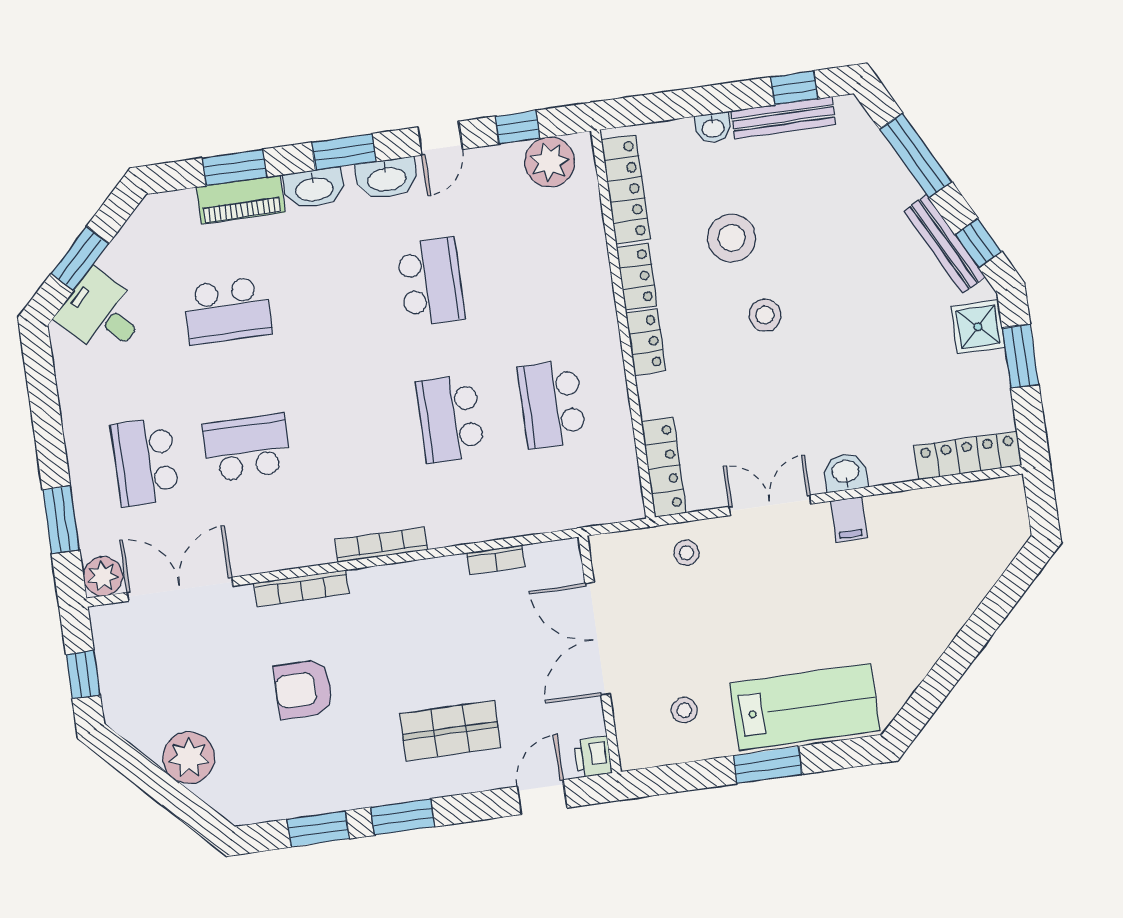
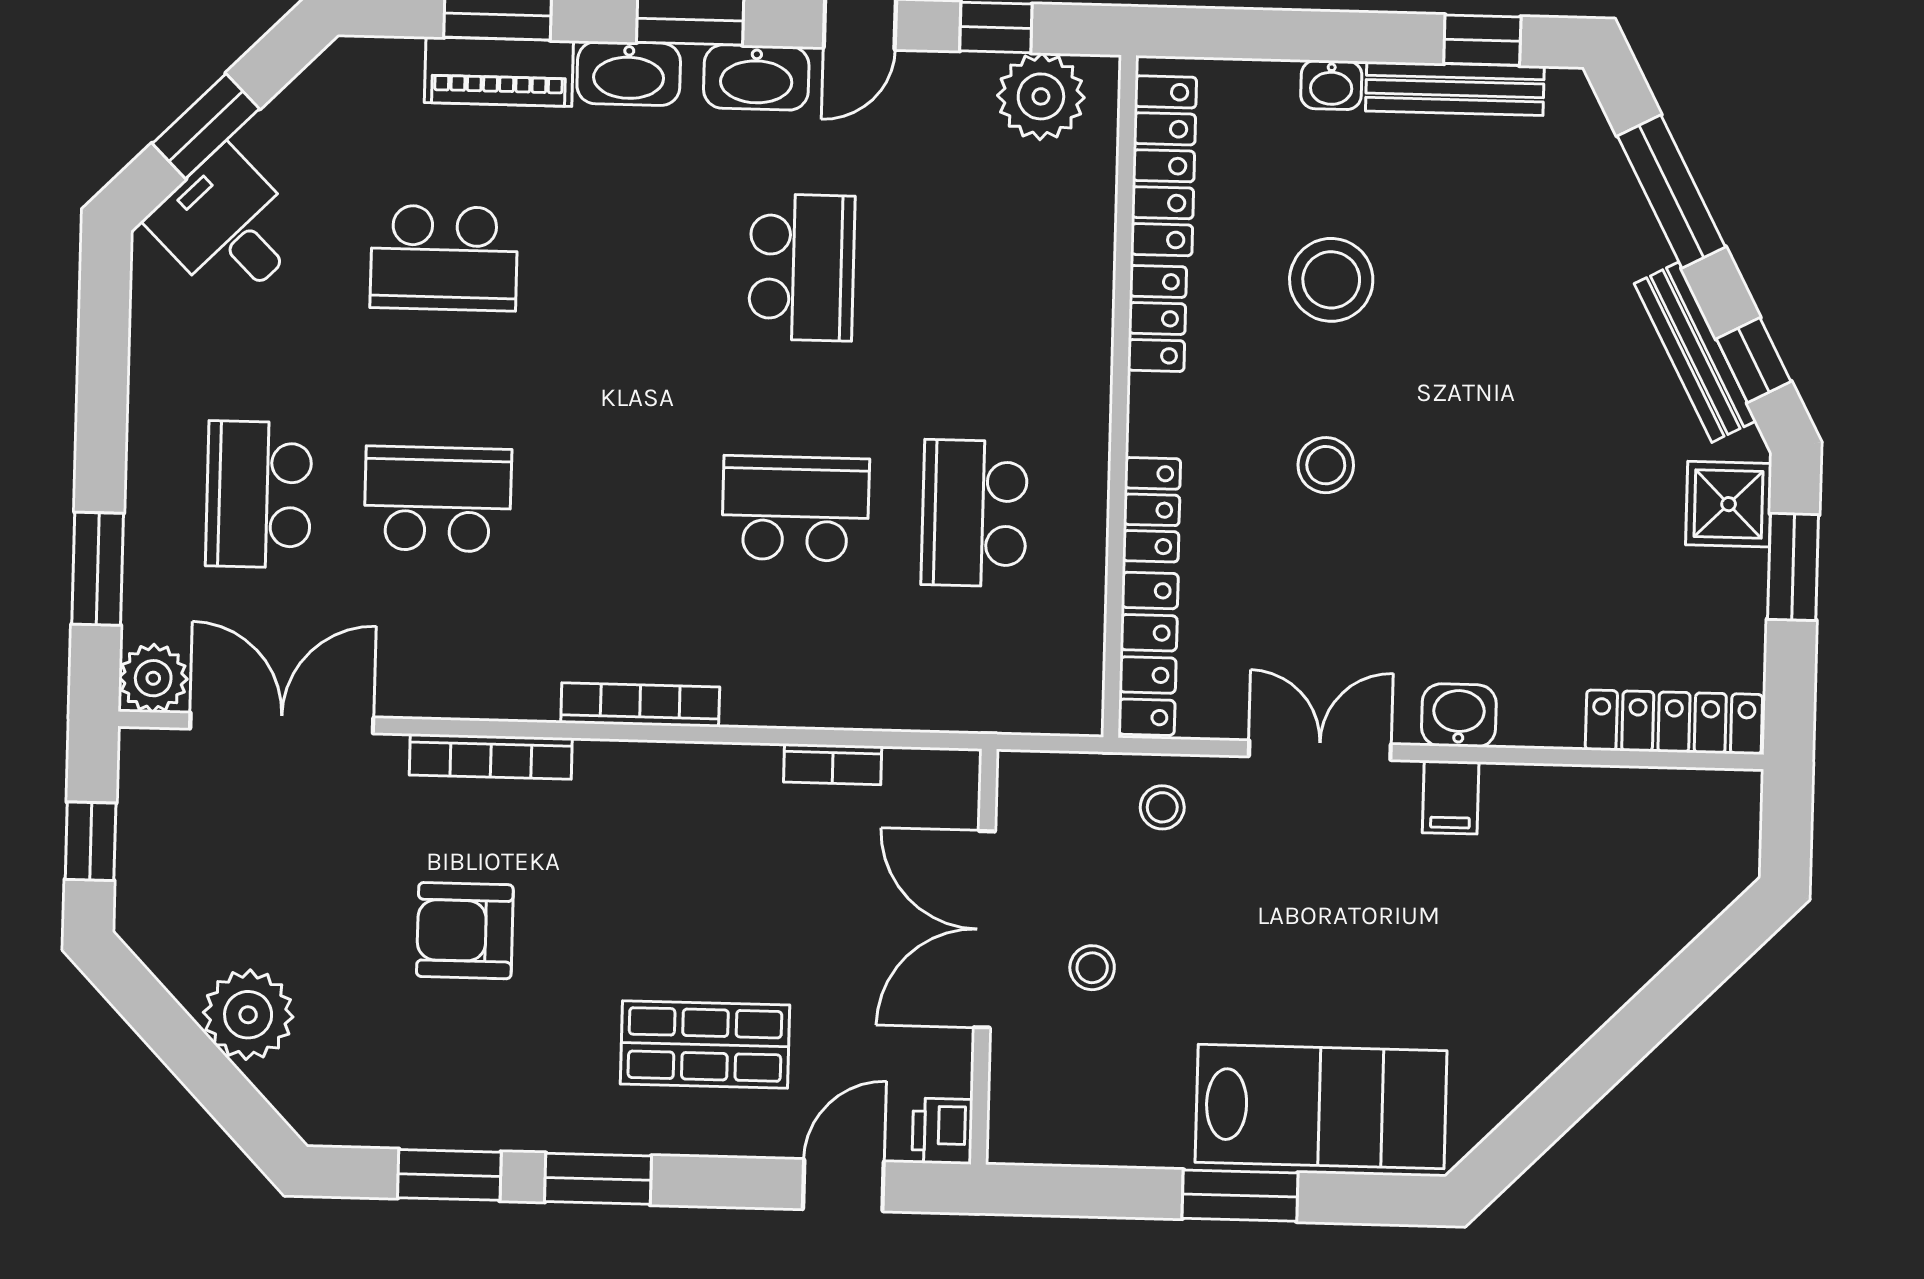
stool: (765, 315) -> (1326, 465), moved
locker: (646, 342) -> (1152, 510), moved
school desk: (450, 419) -> (795, 508), turned 90
stool: (684, 710) -> (1092, 968), moved

